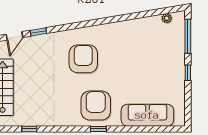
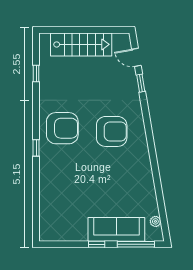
armchair: (96, 106) -> (62, 128), moved
sofa: (147, 115) -> (116, 229), moved, turned -90

